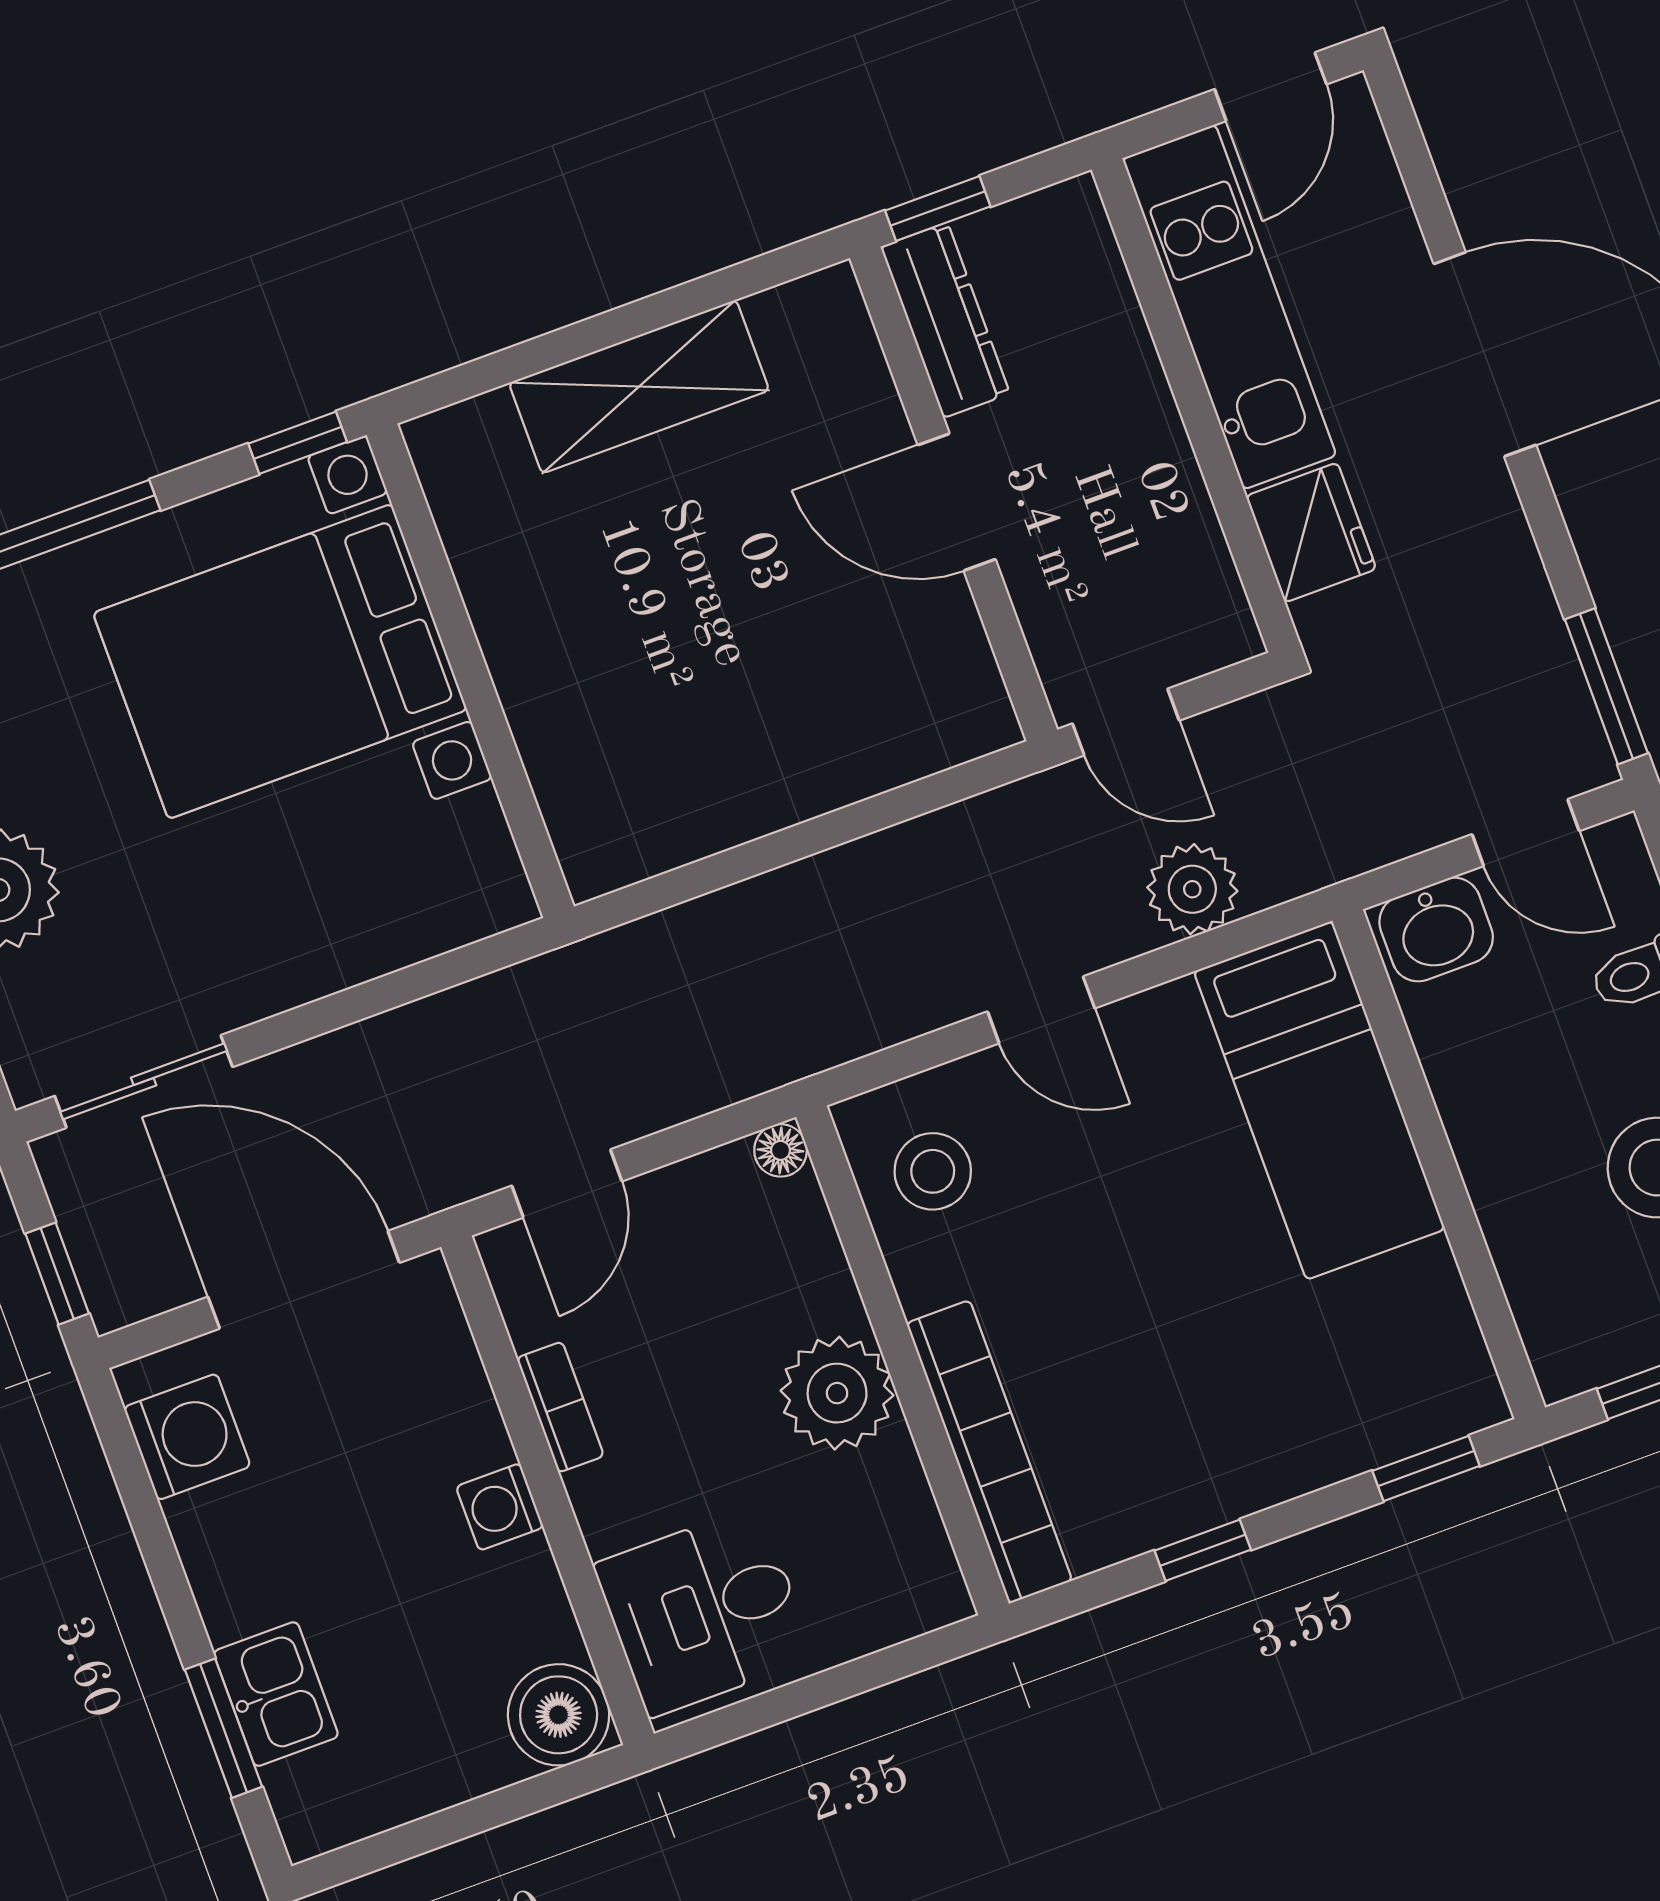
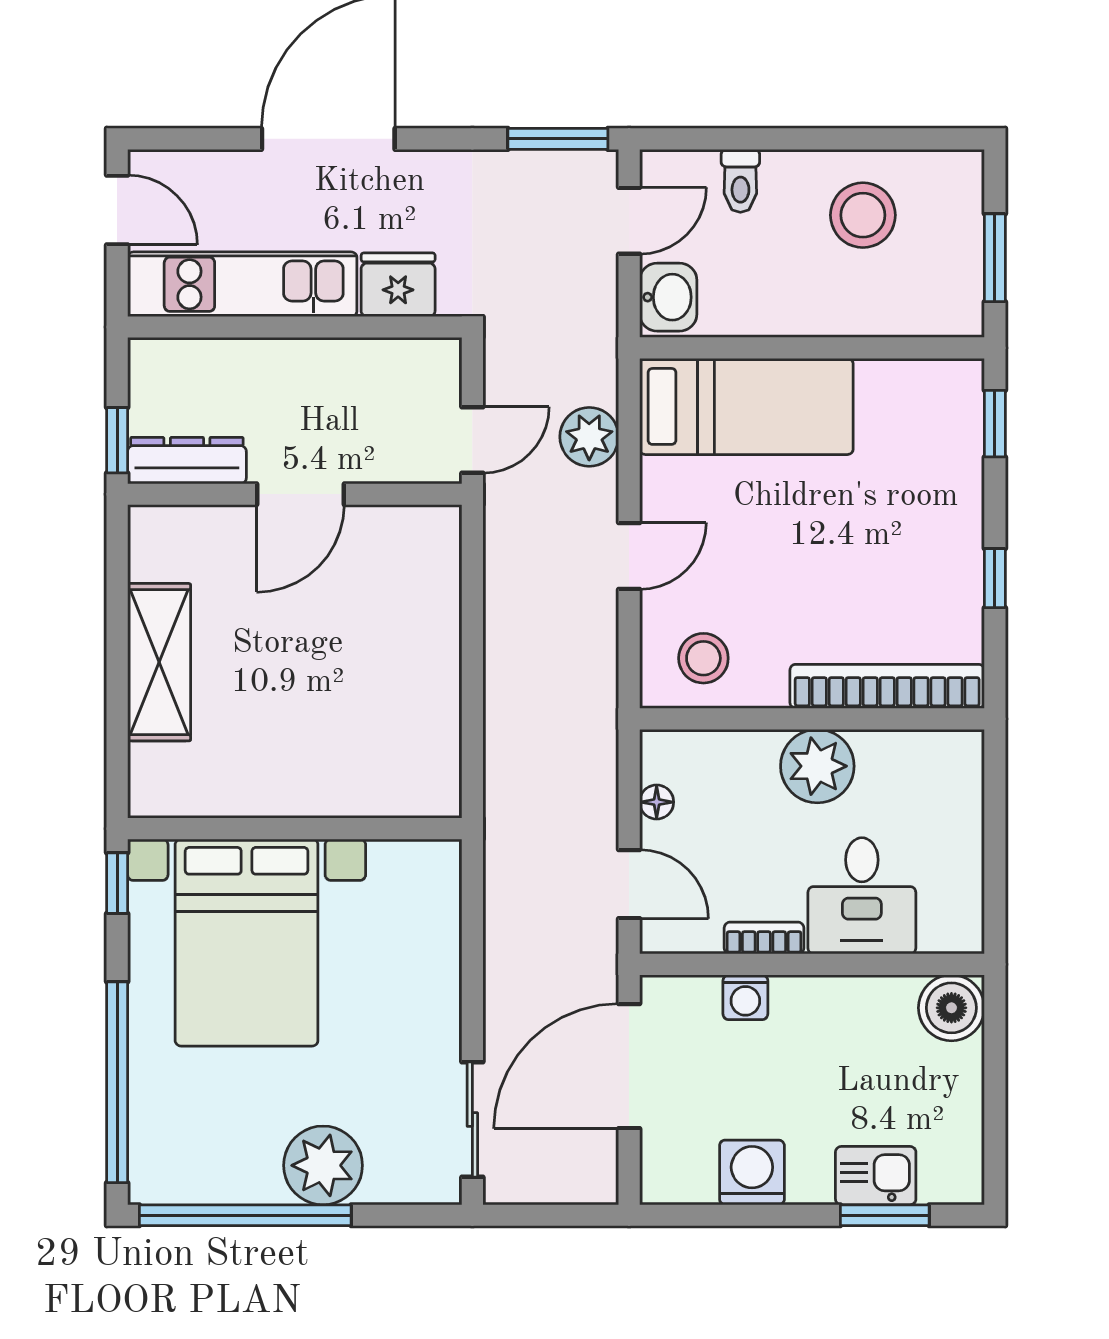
floor lamp: (781, 1150) -> (657, 802), moved
window: (57, 1274) -> (570, 1215), removed
washing machine: (187, 1437) -> (752, 1172), moved
washing machine: (500, 1507) -> (745, 997), moved
desk: (704, 1611) -> (862, 896), moved

